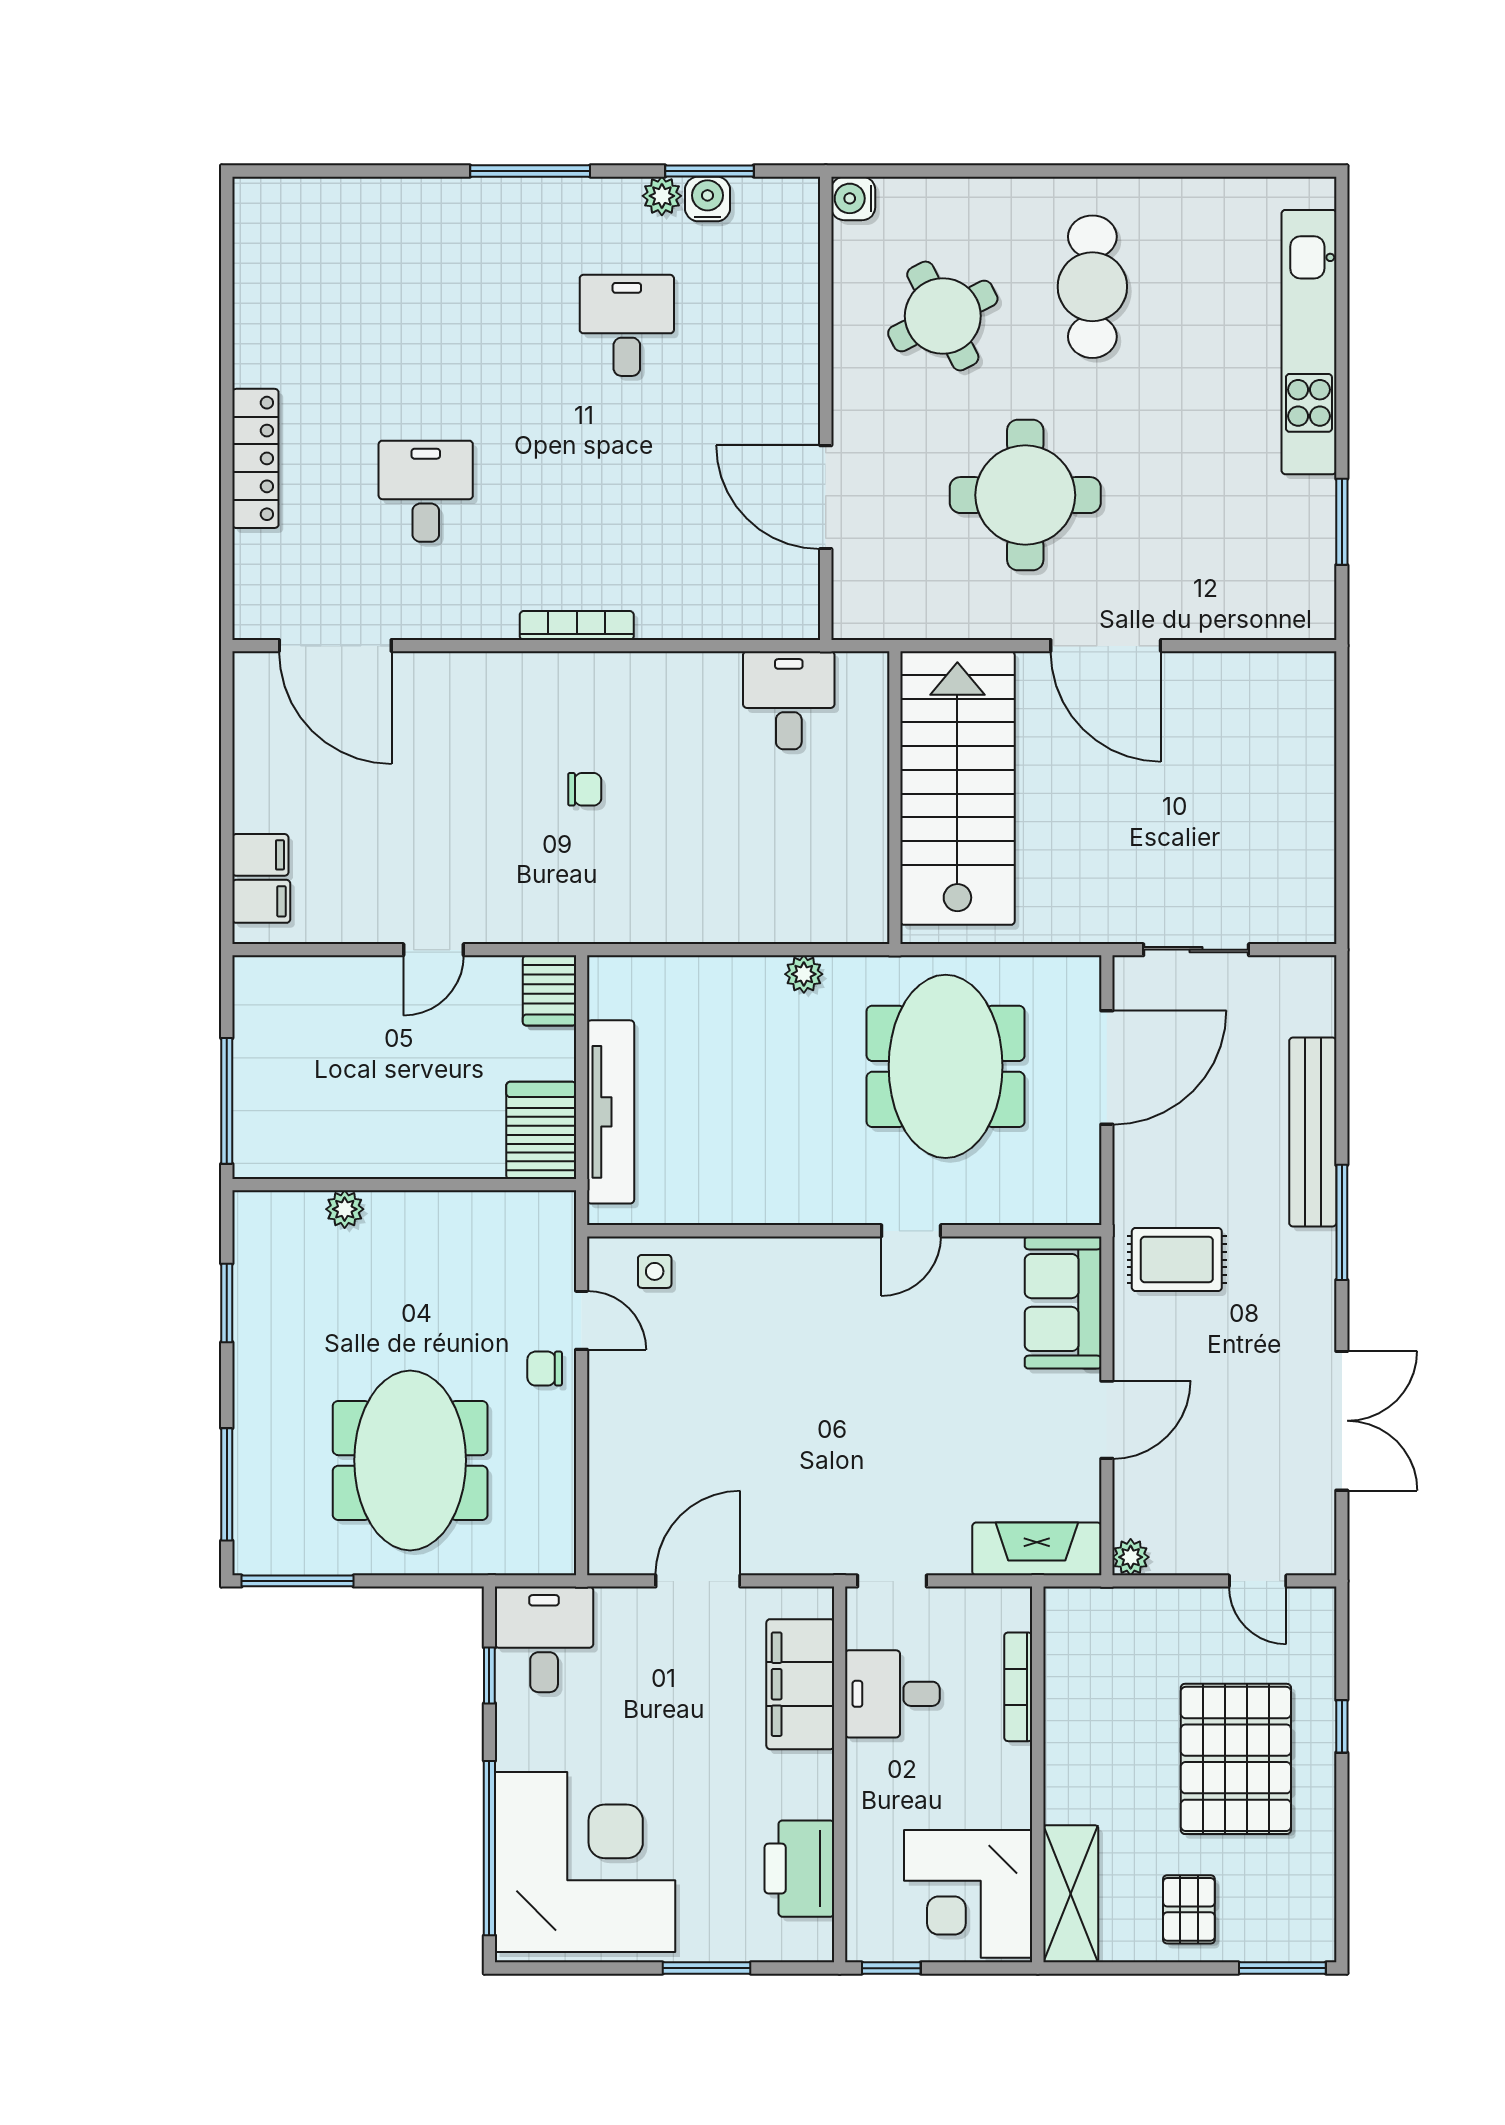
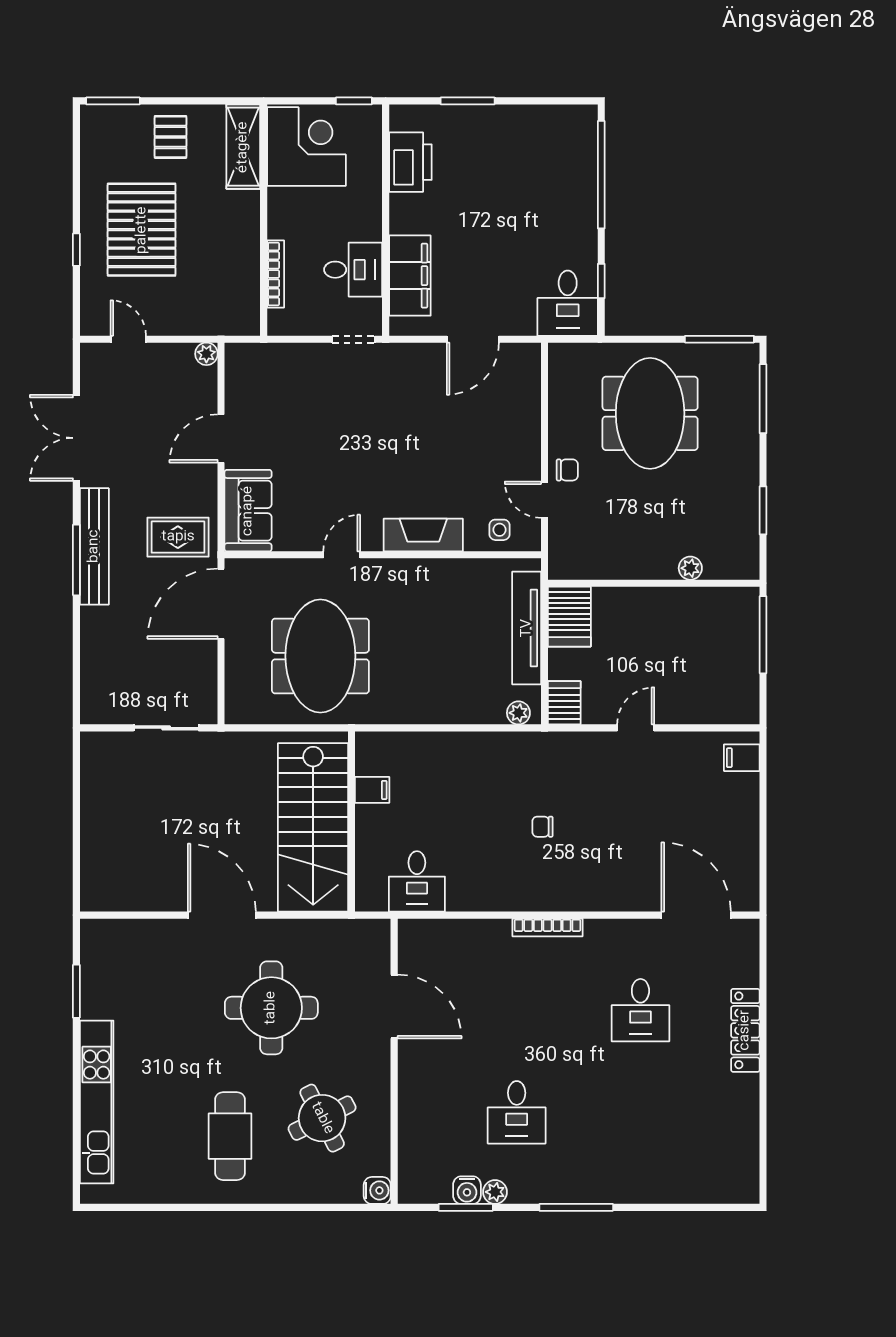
filing cabinet: (260, 855) -> (372, 790), moved, turned 180
plant: (804, 974) -> (518, 713), moved
door: (1107, 1068) -> (221, 604), moved
bench: (1313, 1132) -> (94, 546), moved
fireplace: (1037, 1549) -> (423, 535), moved, turned 180
corner desk: (585, 1862) -> (542, 166), removed

